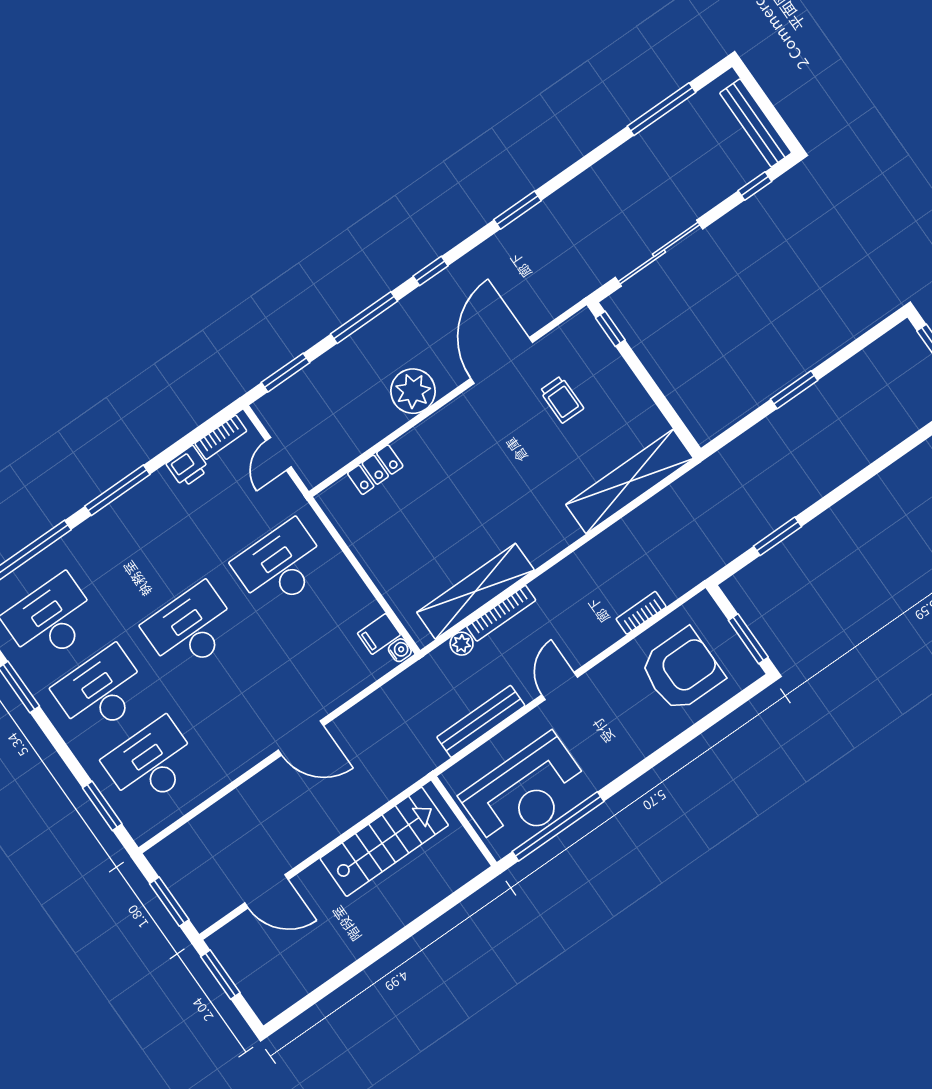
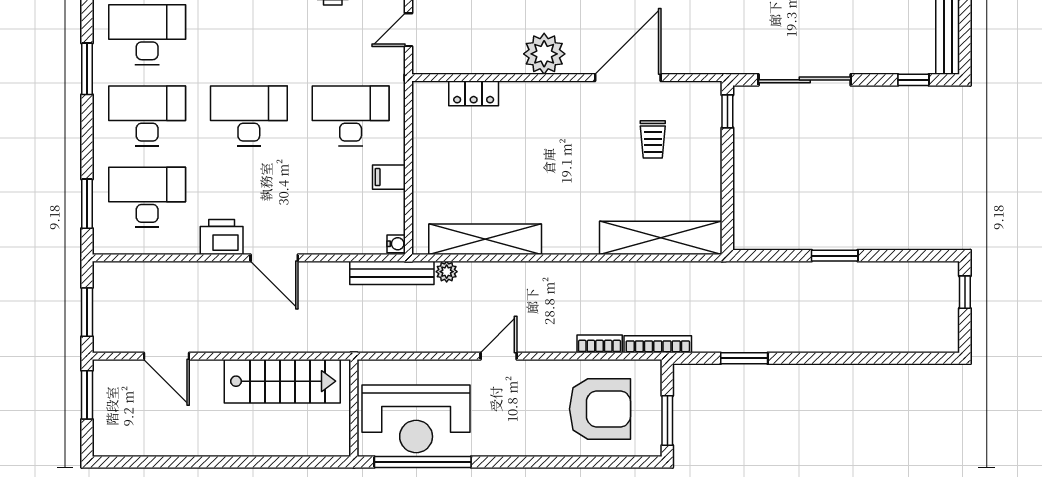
bookcase: (501, 613) -> (658, 344), moved, turned 180
filing cabinet: (379, 634) -> (389, 177), moved
bench: (481, 721) -> (392, 273), moved
printer: (242, 752) -> (222, 237), added

